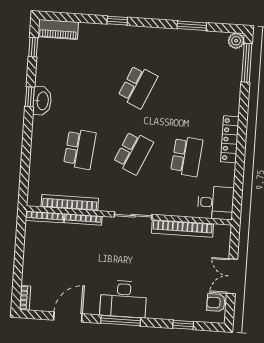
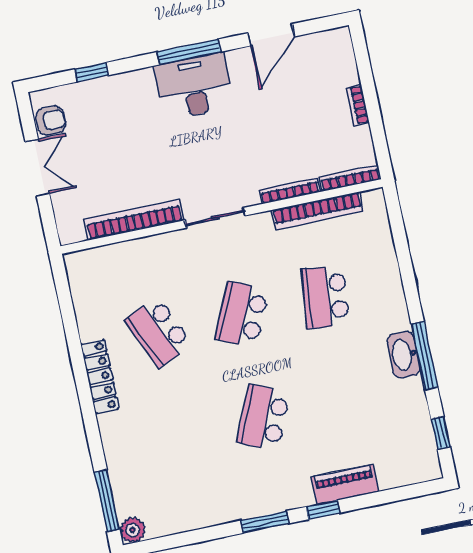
window: (192, 26) -> (265, 522), moved
piano: (58, 29) -> (345, 484), moved
window: (30, 97) -> (424, 355), width x2.17
school desk: (187, 156) -> (158, 332), turned -30
desk: (216, 203) -> (94, 273), removed
bookcase: (25, 298) -> (358, 105), moved

